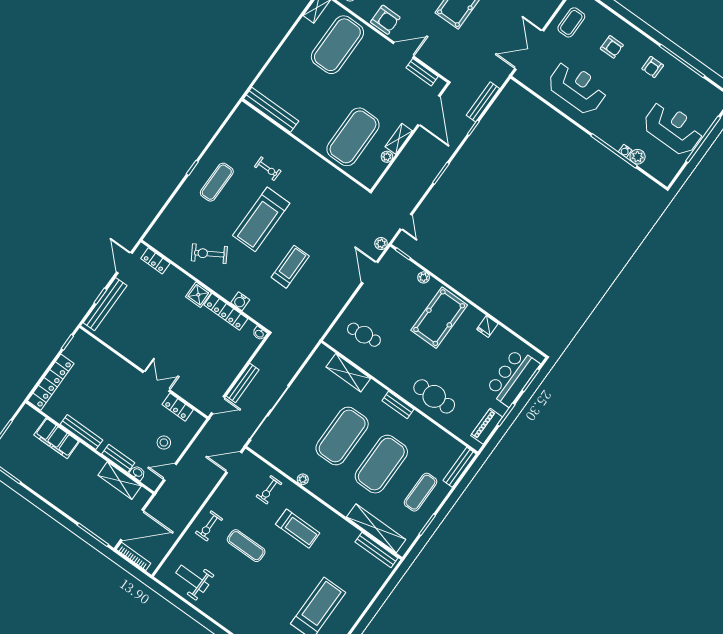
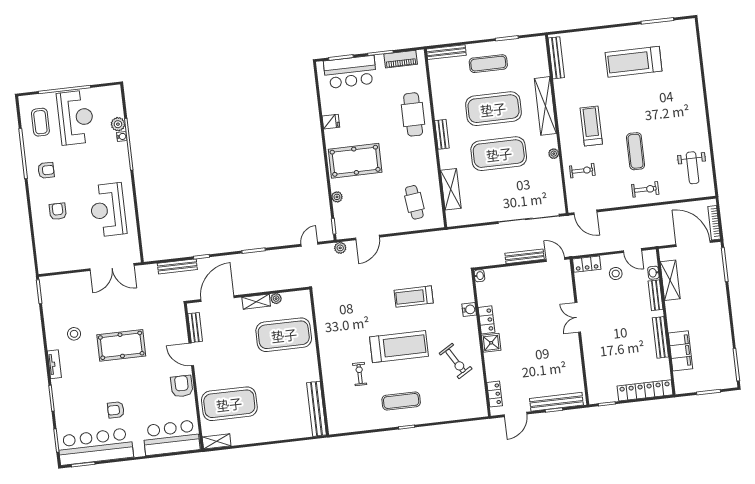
coffee table: (571, 22) -> (40, 122), moved, turned 90
reception desk: (673, 128) -> (76, 118), turned 180
locker: (226, 312) -> (487, 320), width x0.66
locker: (178, 407) -> (587, 264), moved, turned 90
shelving: (376, 528) -> (545, 106), moved

